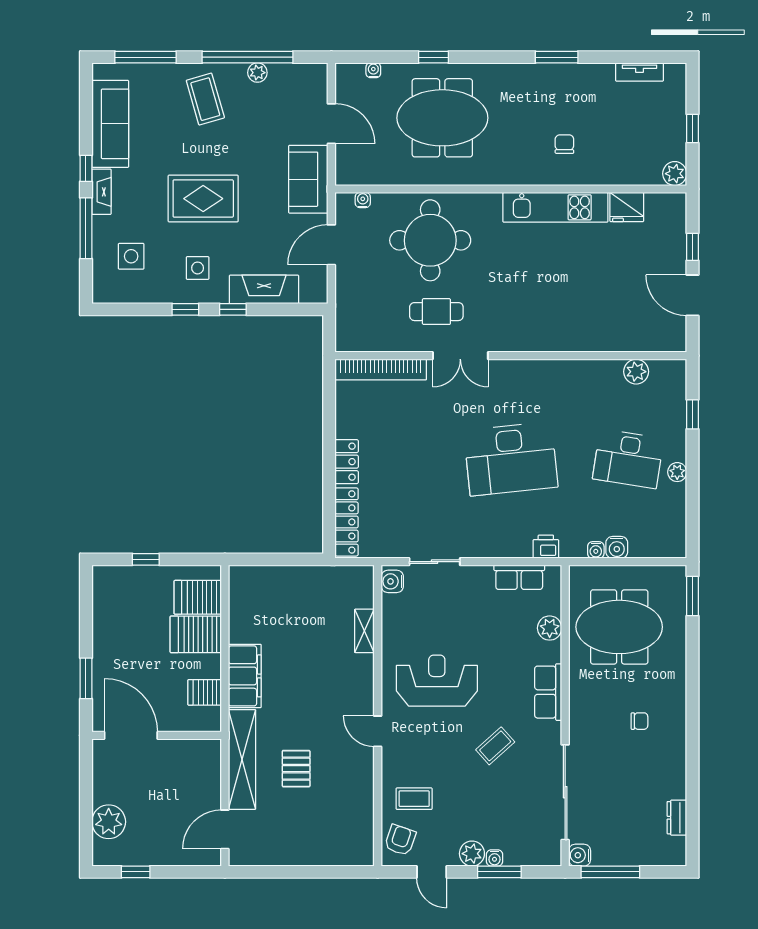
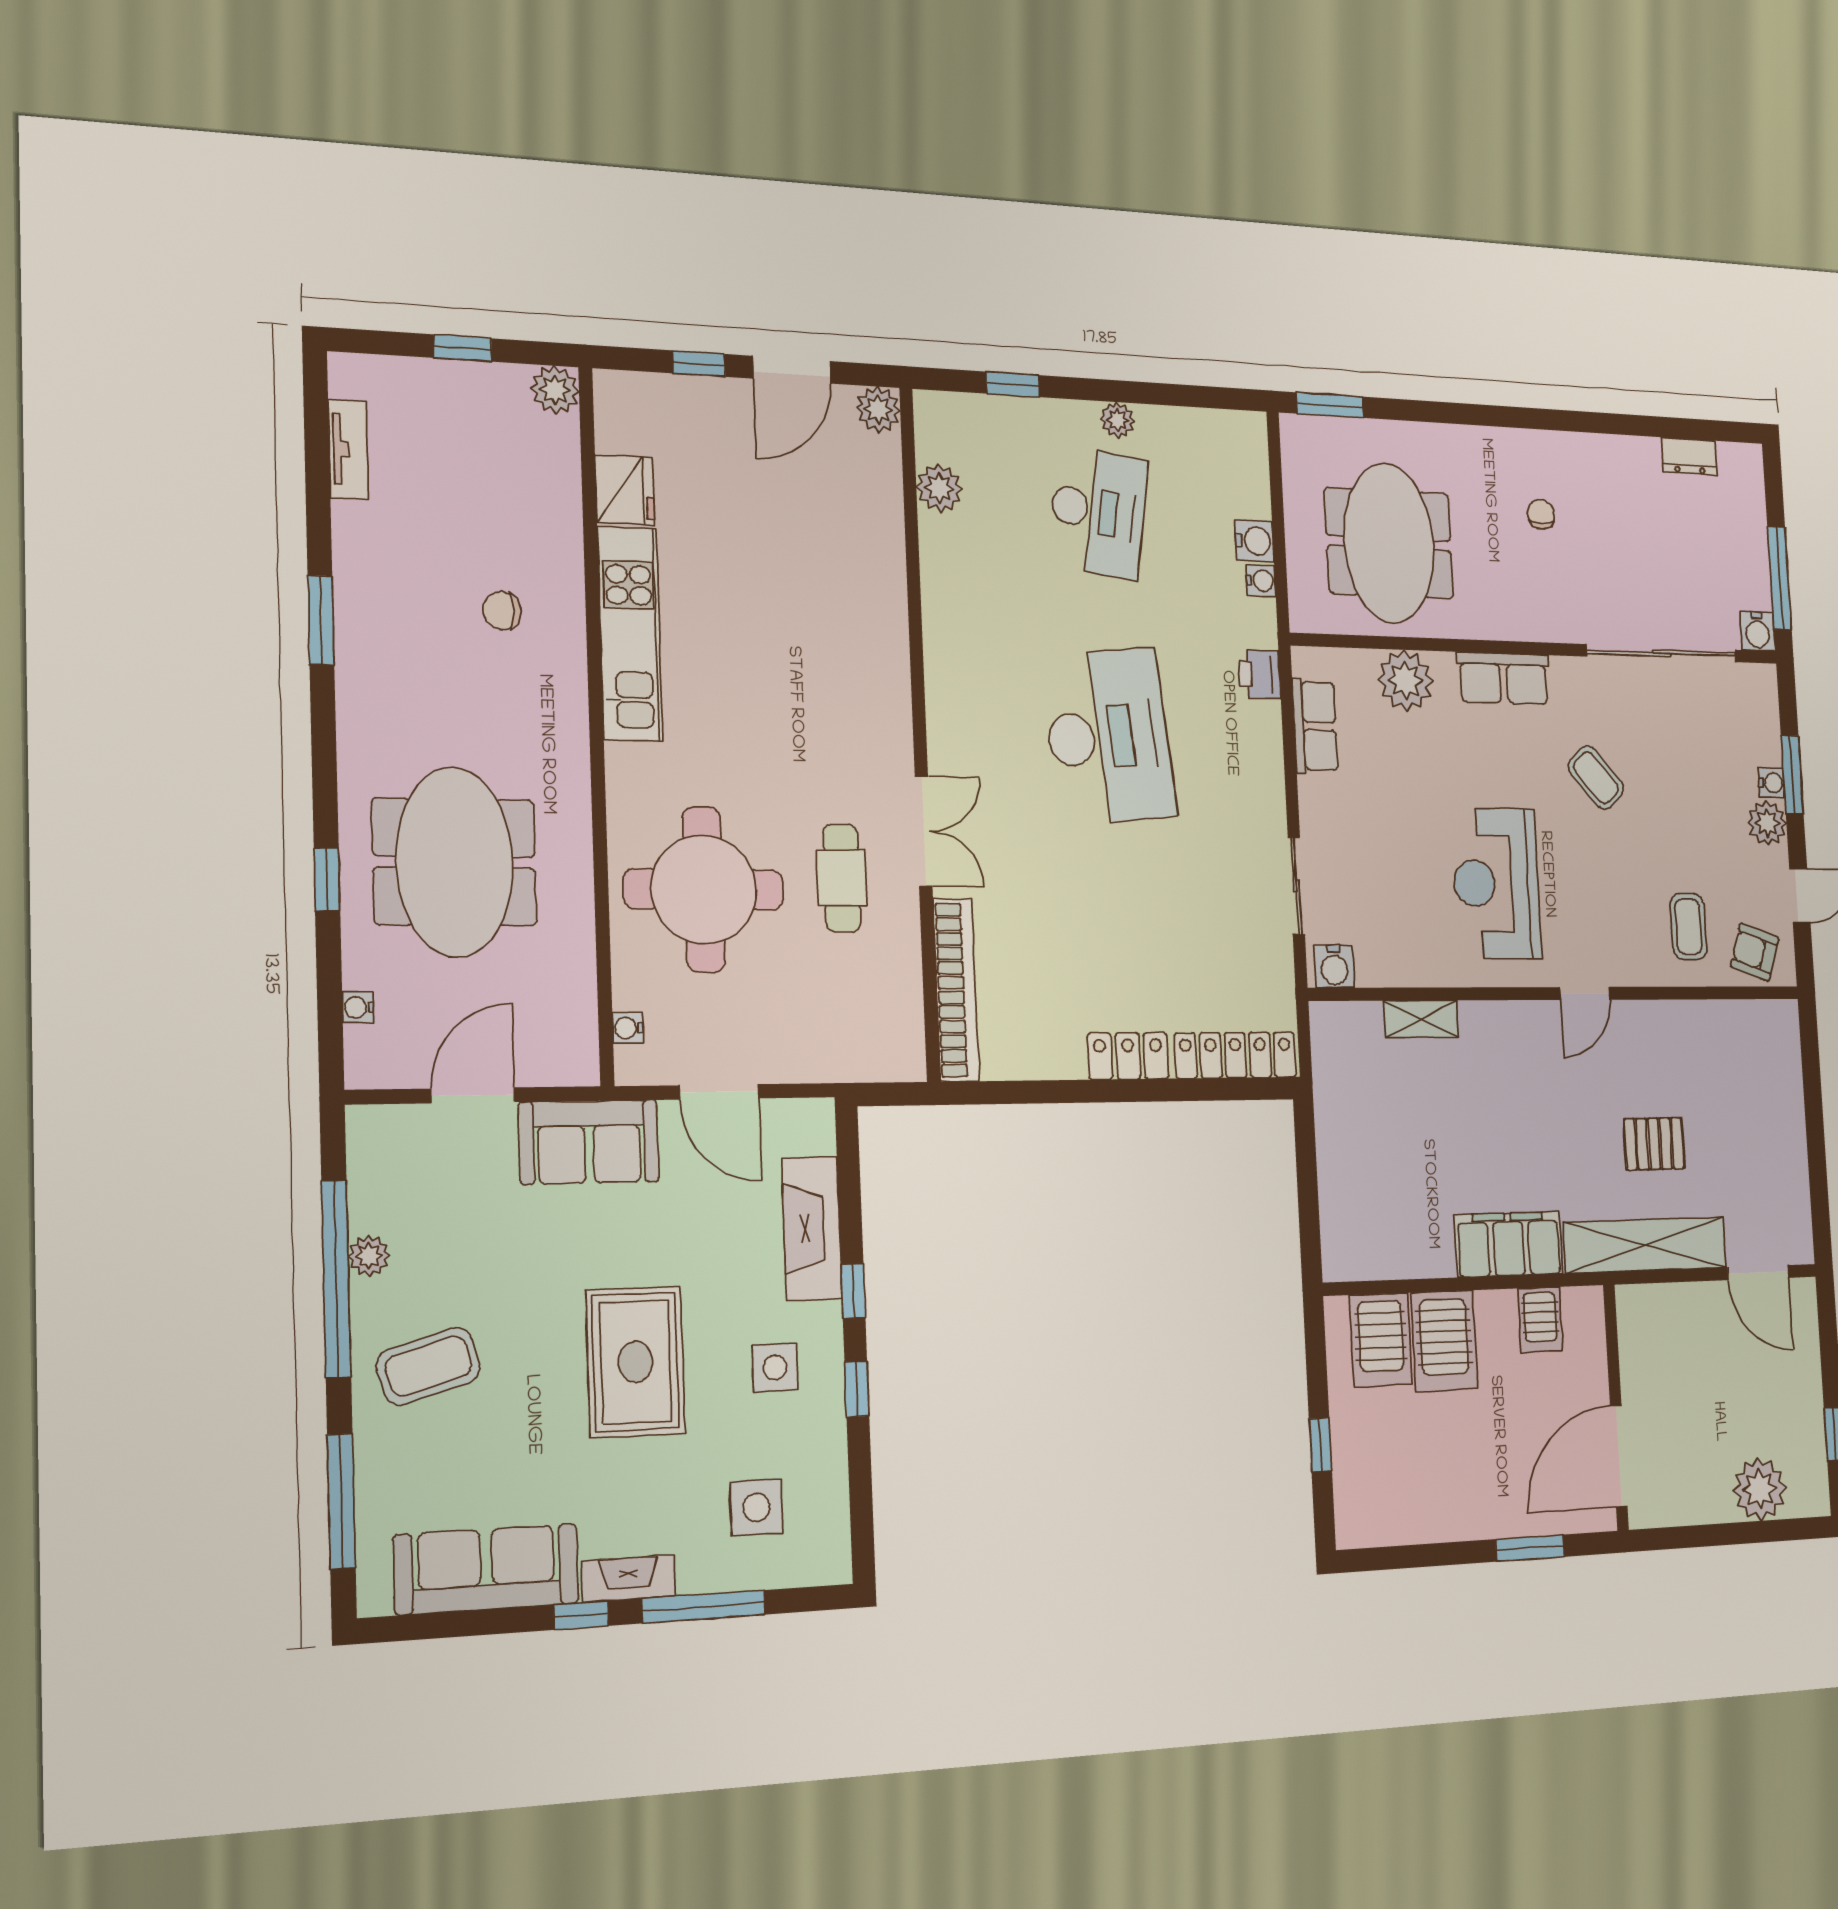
plant: (675, 340) -> (878, 410), added
plant: (550, 628) -> (1405, 680), width x1.36, depth x1.36

